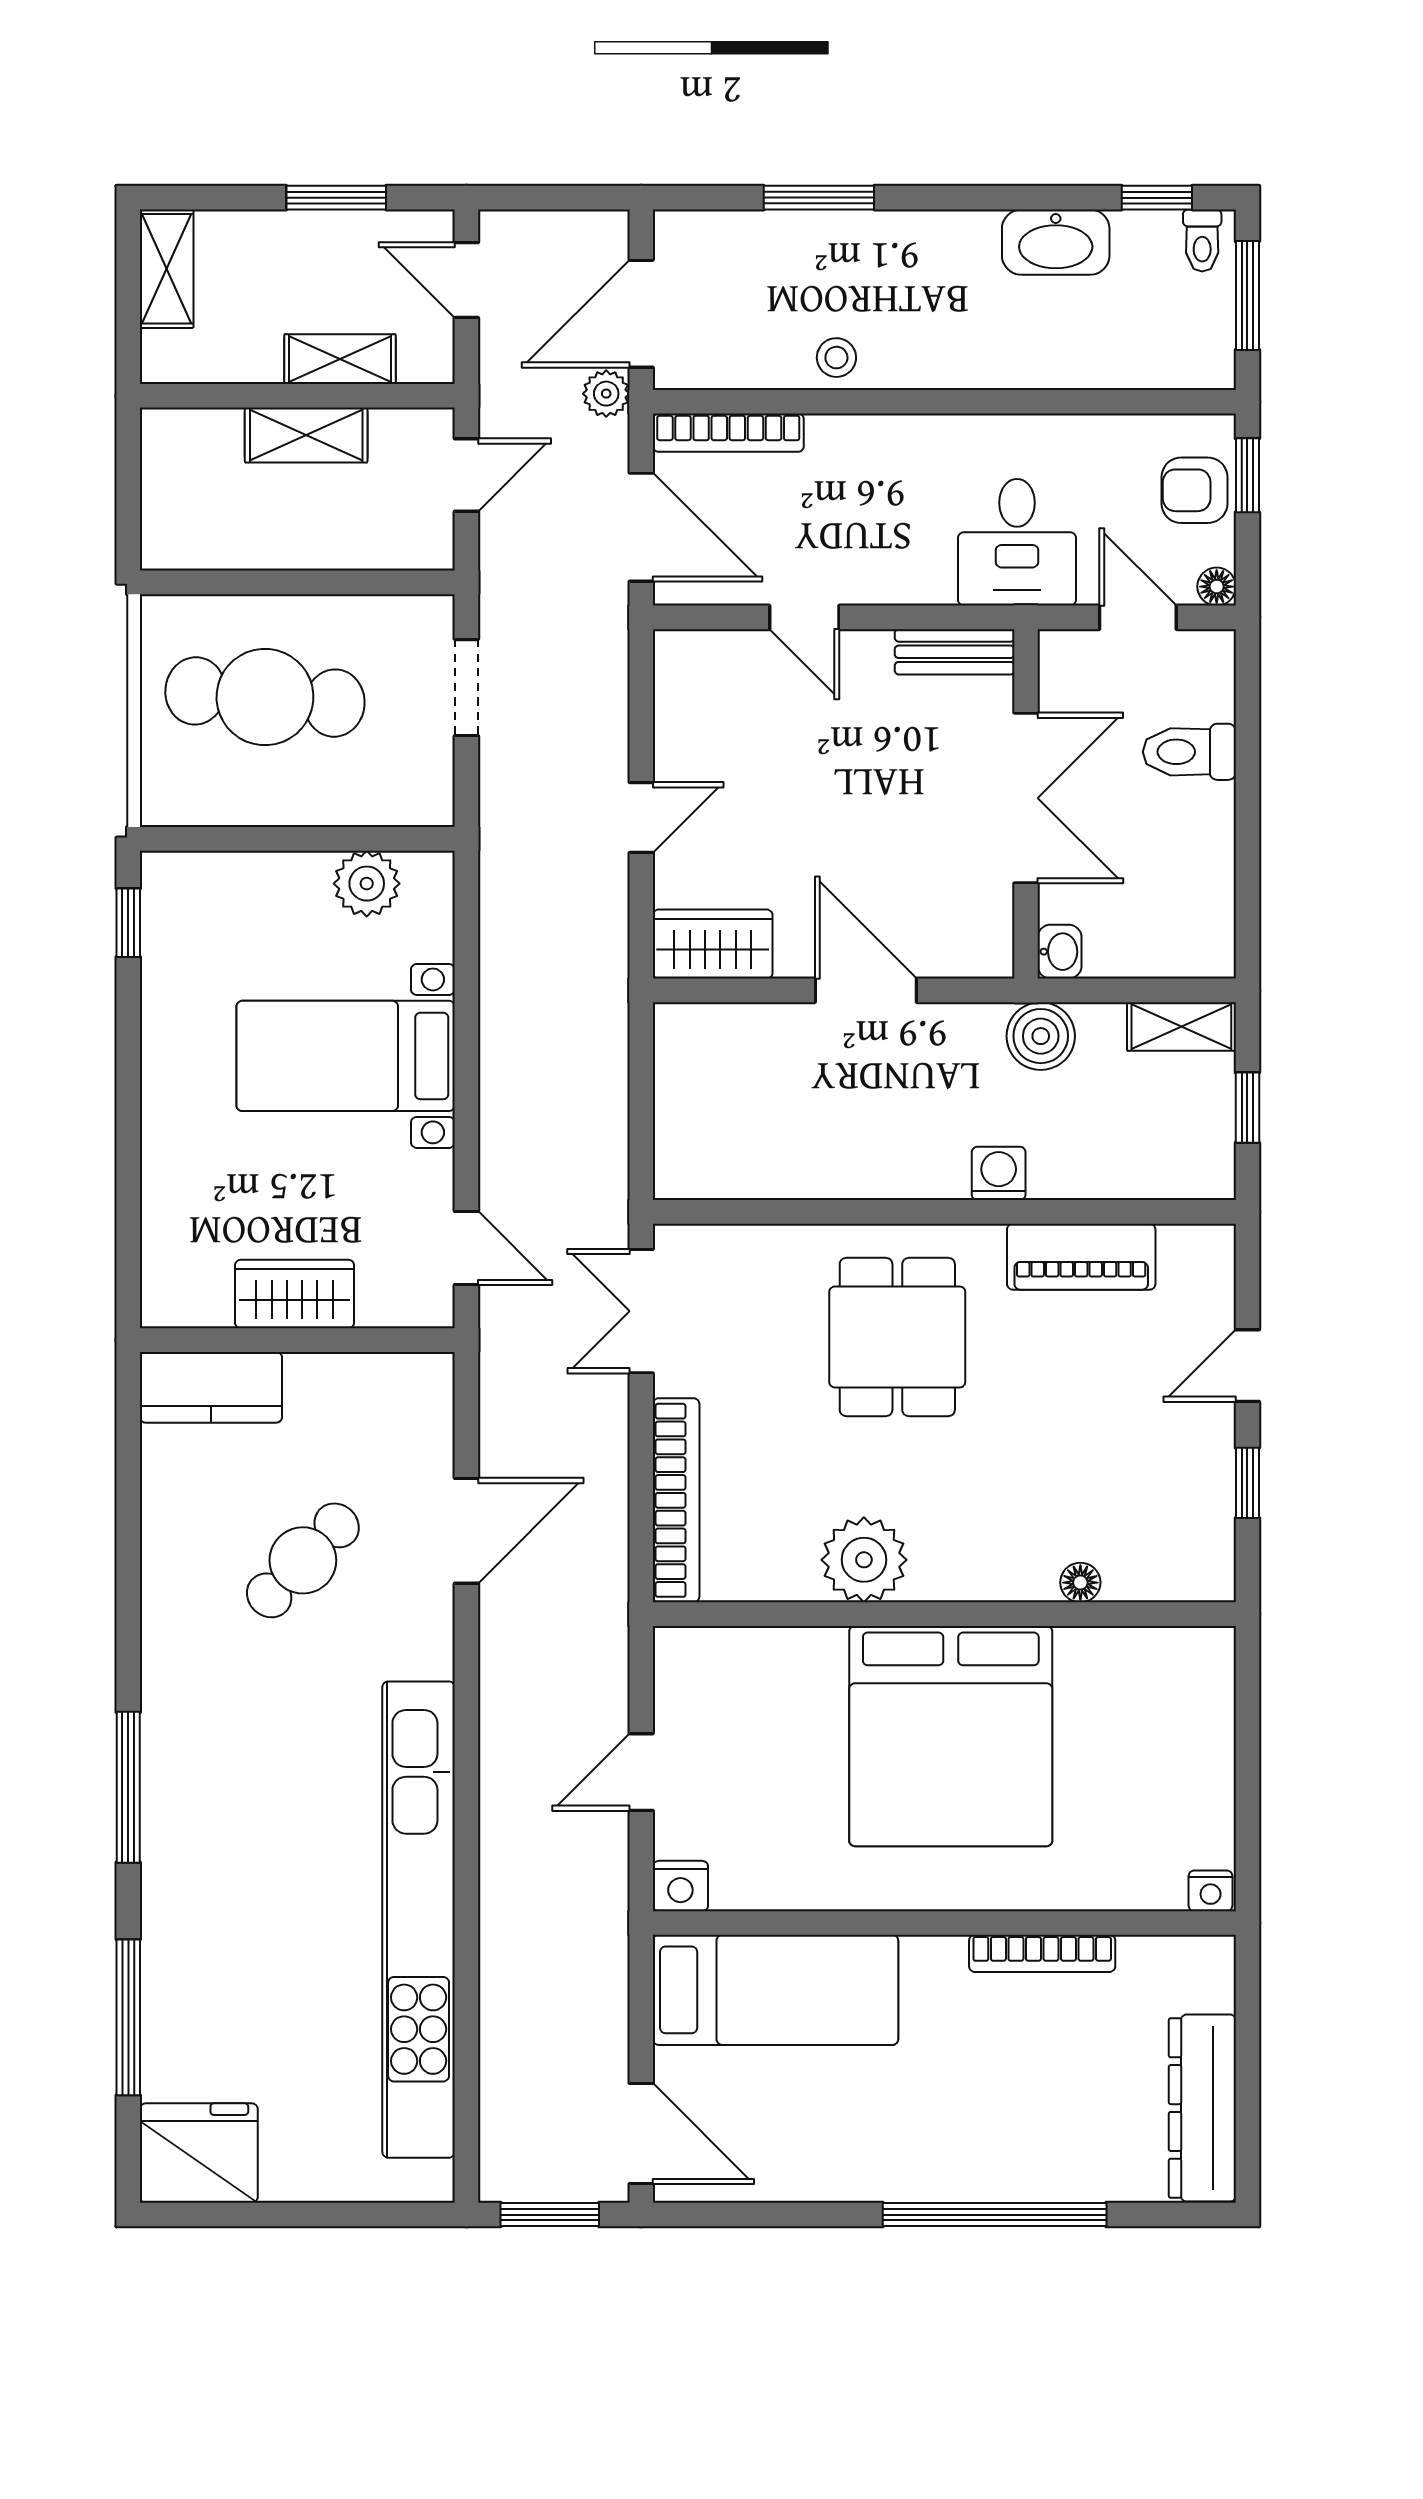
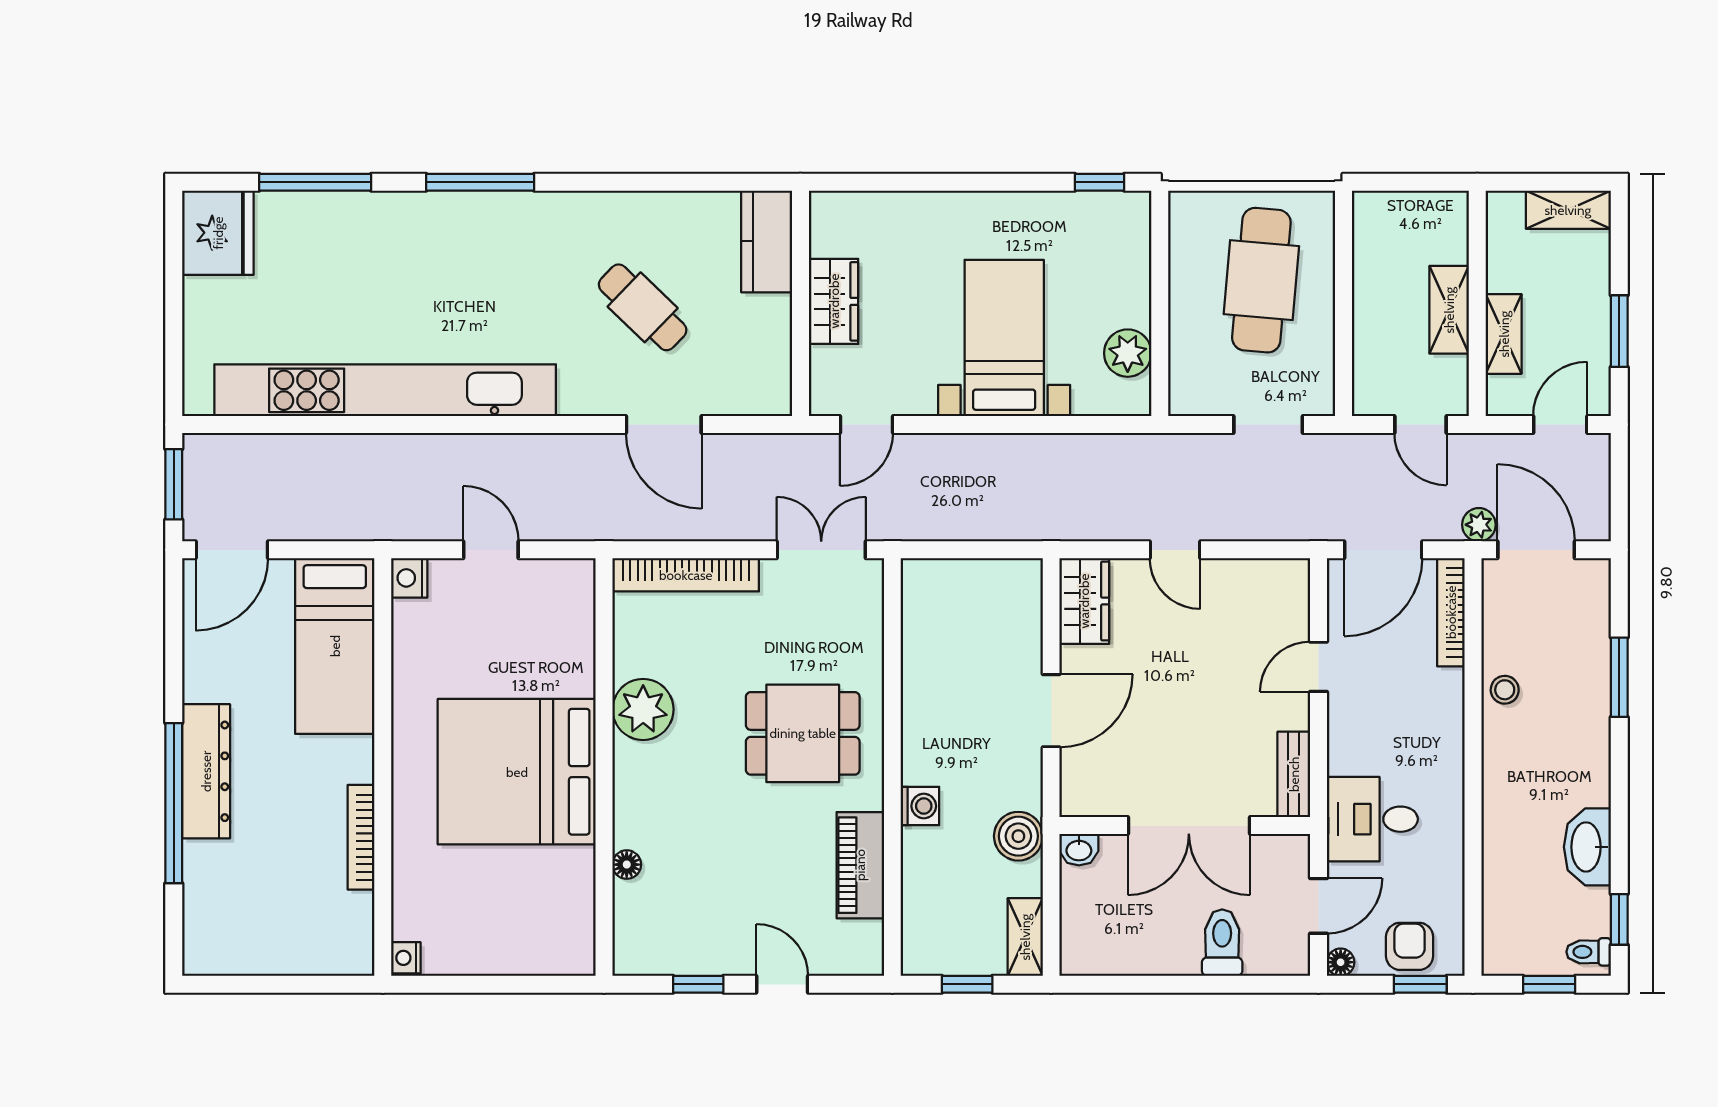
window: (1247, 295) -> (1549, 984), width x0.67
dresser: (1202, 2108) -> (206, 771), moved, turned 90

